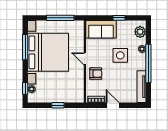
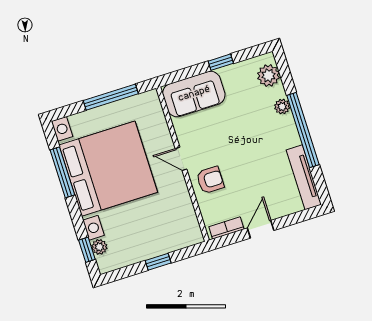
side table: (120, 55) -> (245, 131), removed
door: (113, 105) -> (261, 229), hinge flipped

